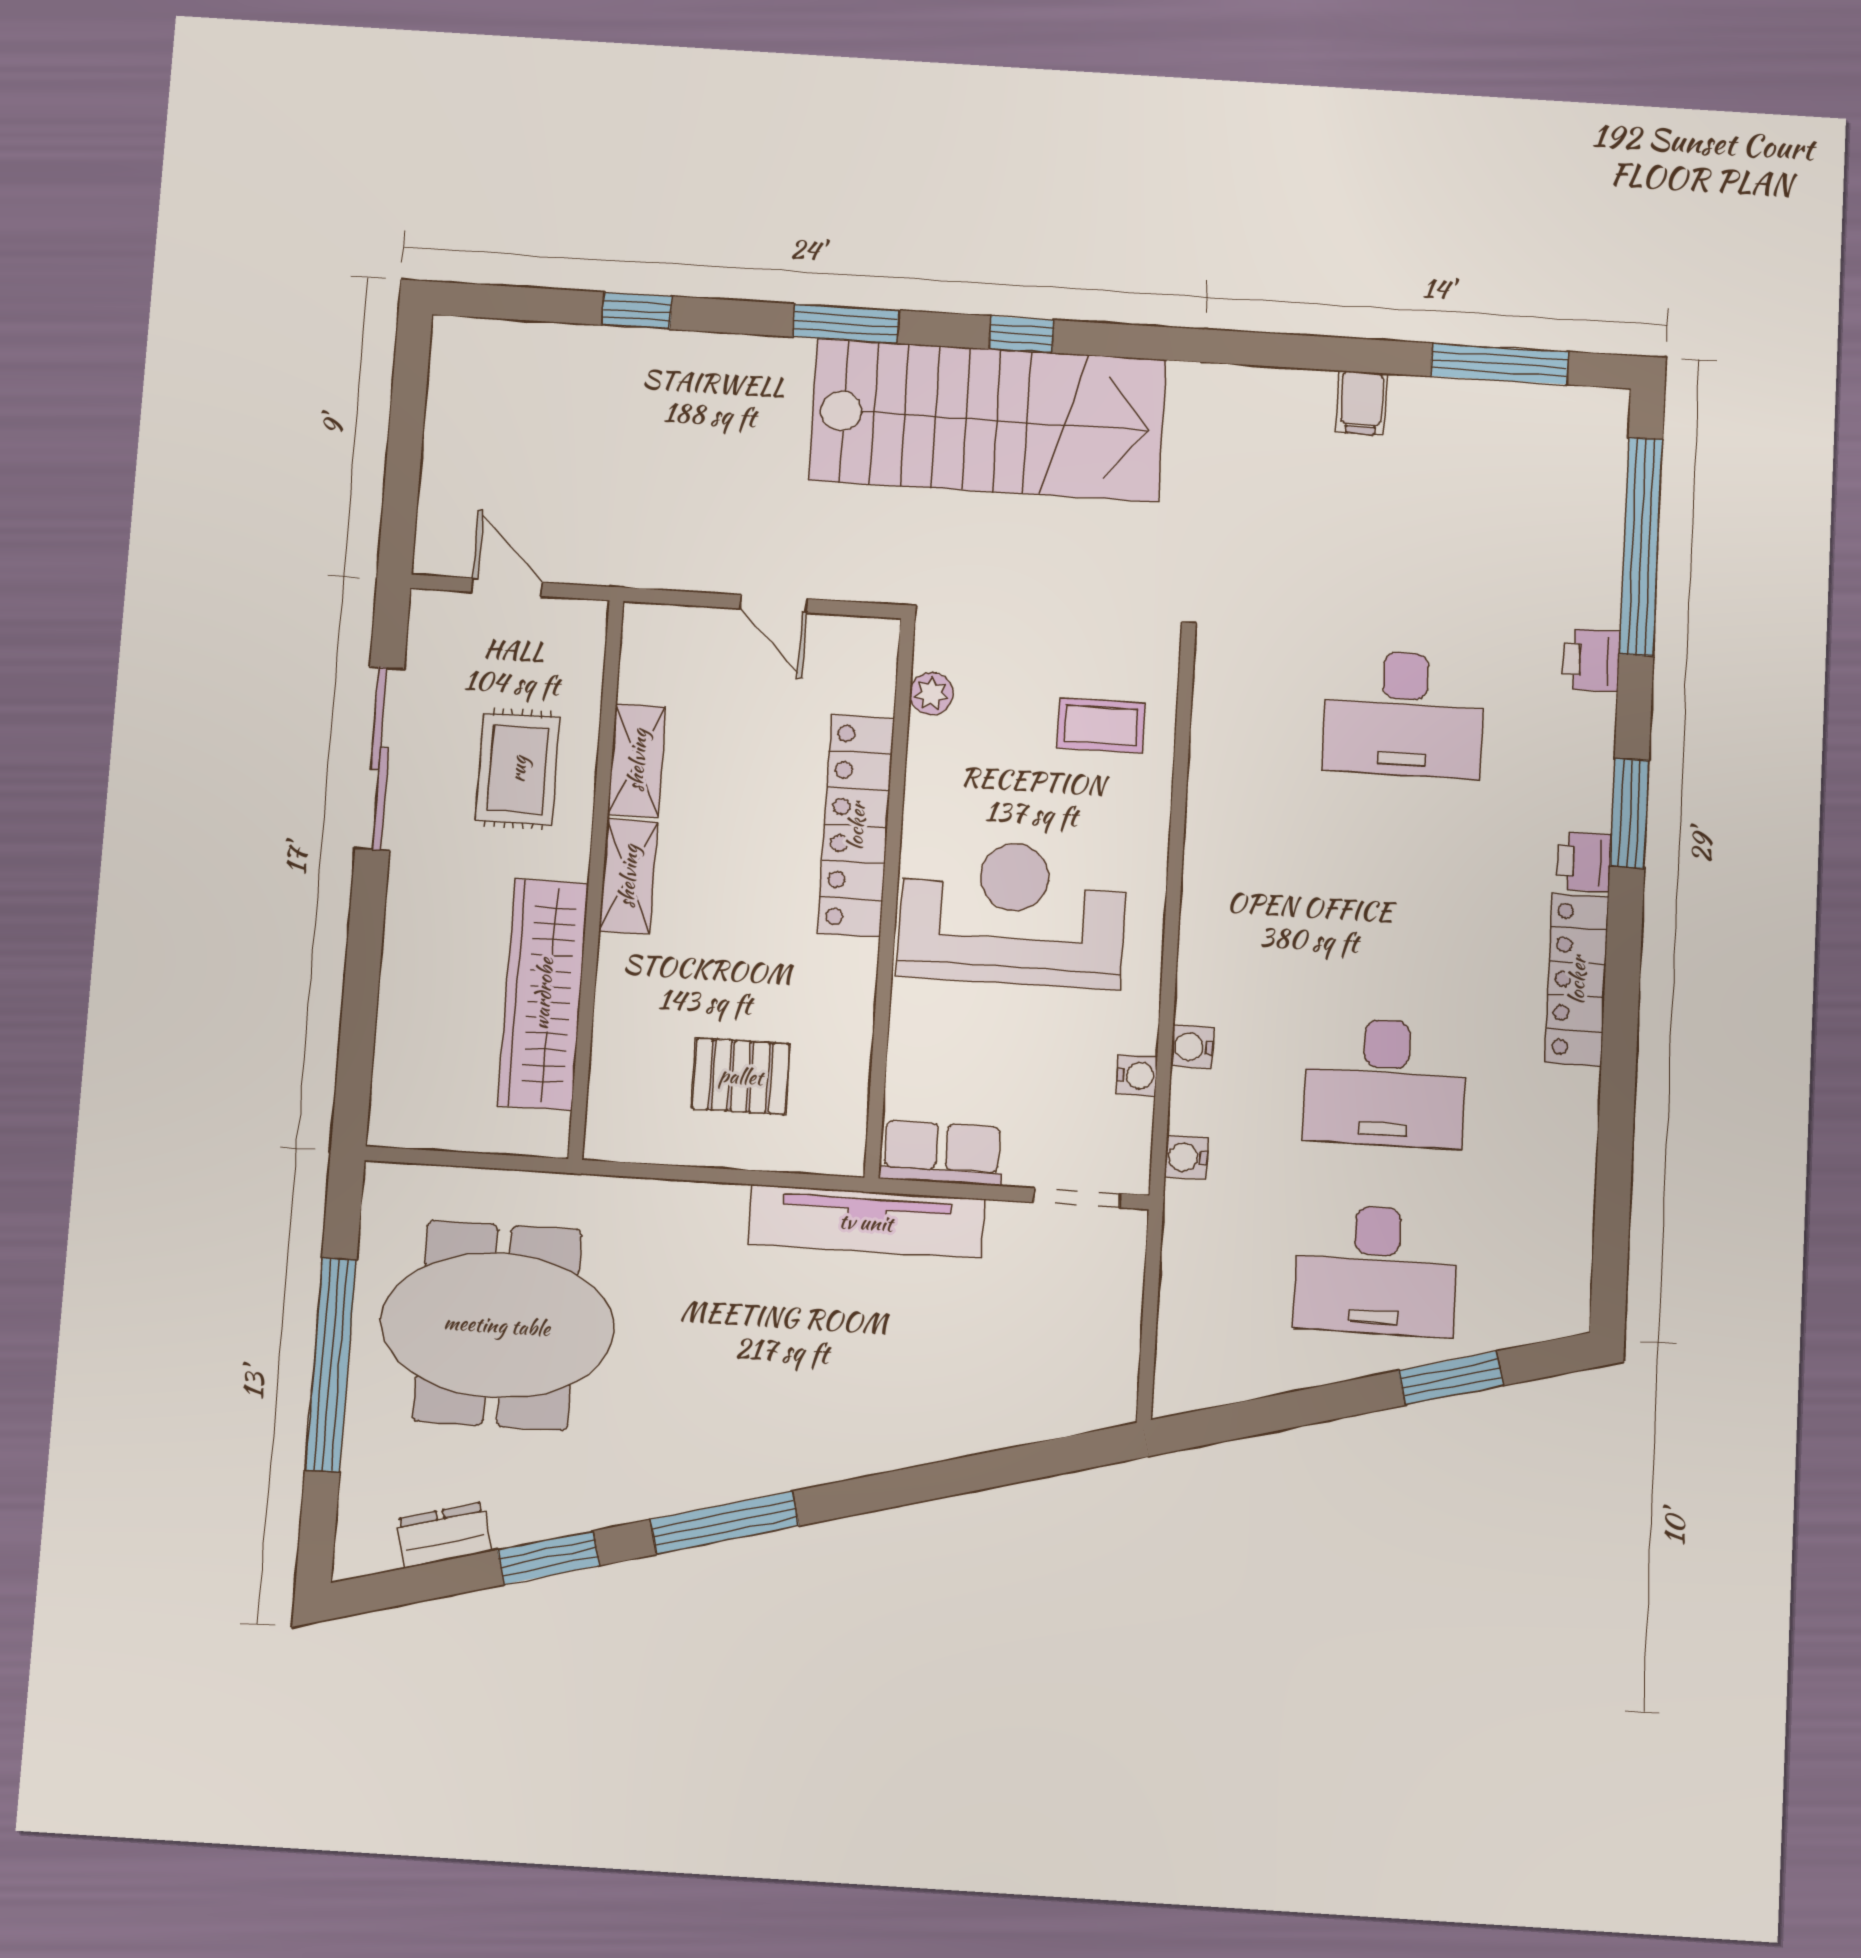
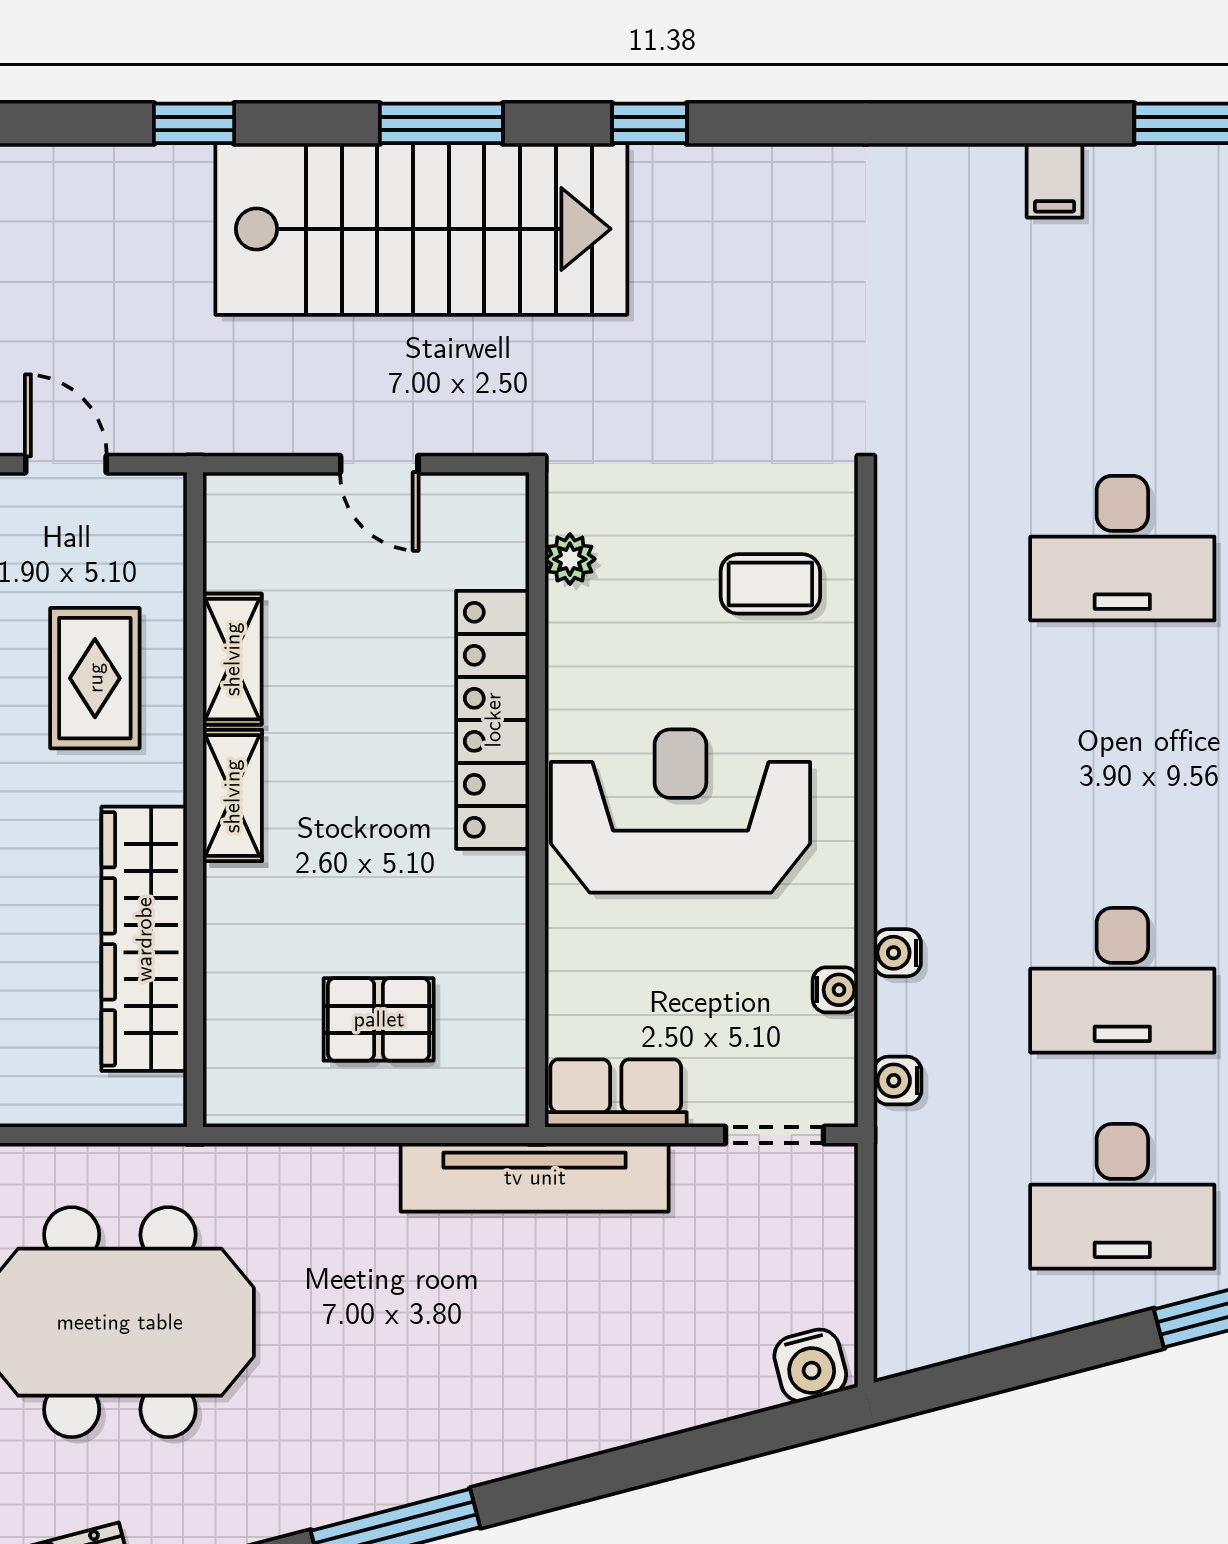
stairs: (988, 420) -> (421, 229), moved
water cooler: (1096, 1401) -> (810, 1365), added

